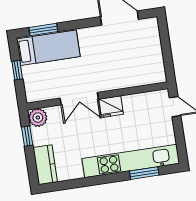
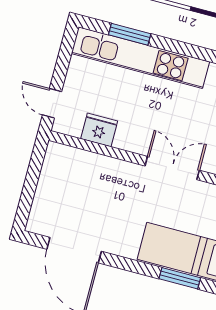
fridge: (111, 107) -> (99, 130), moved

